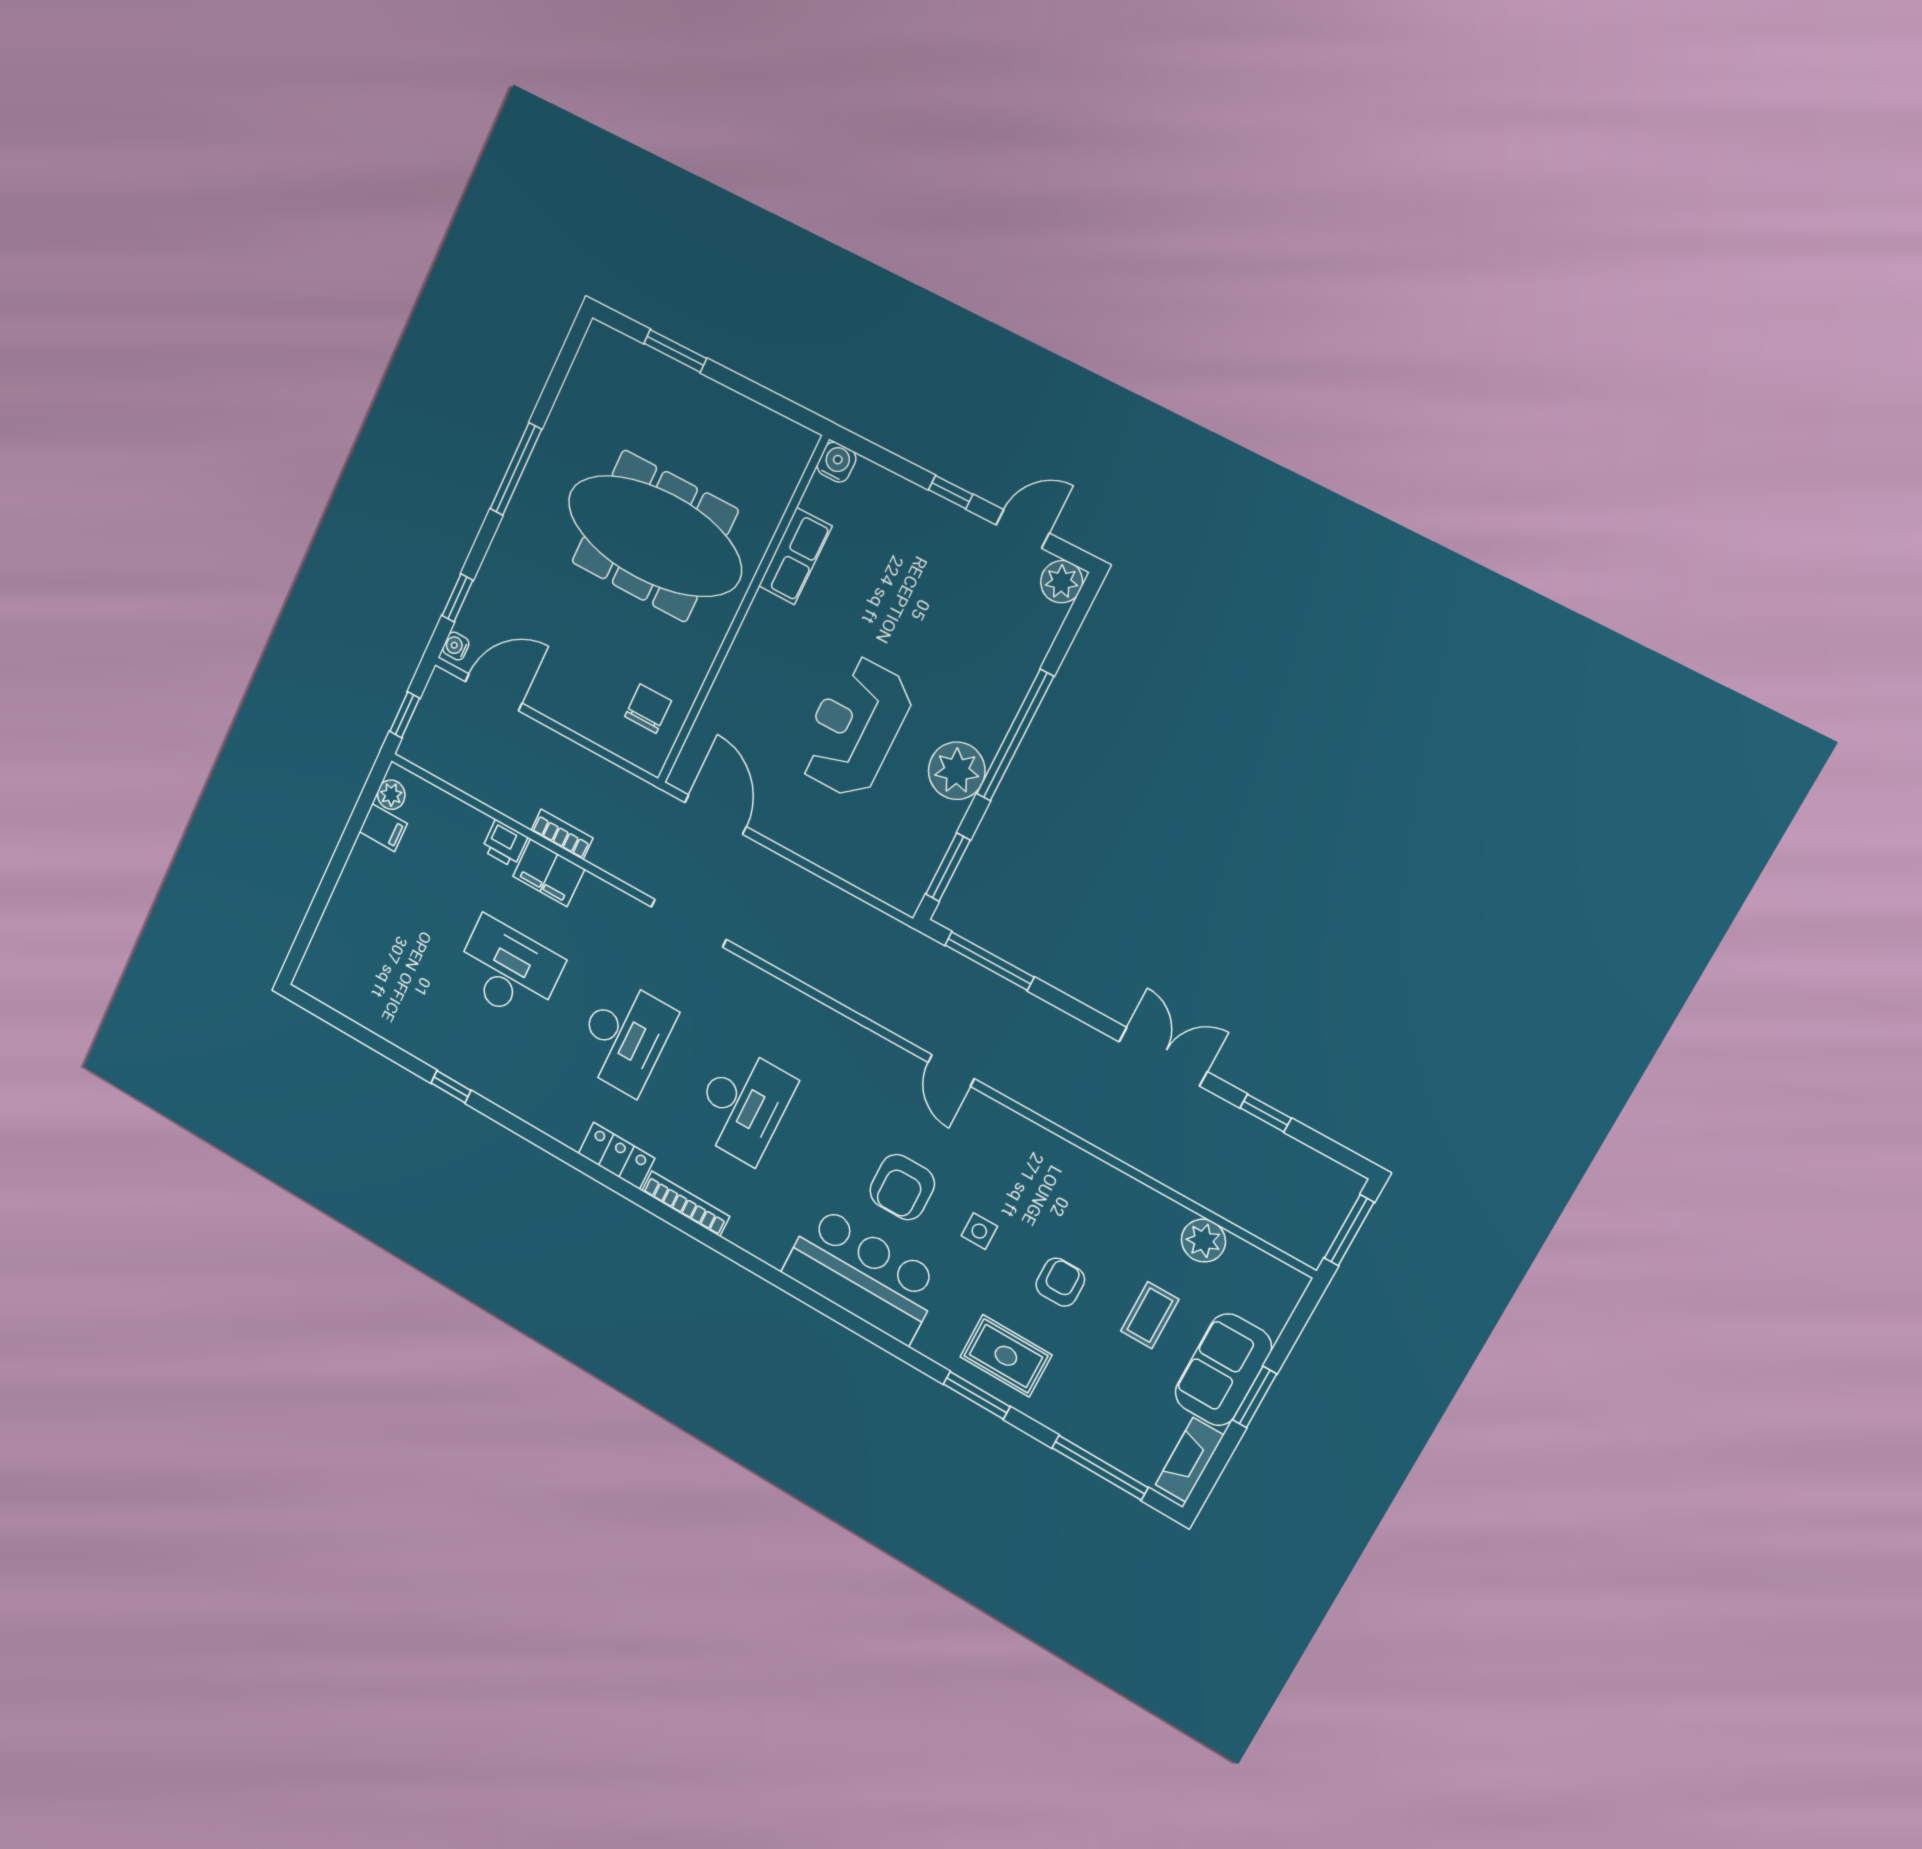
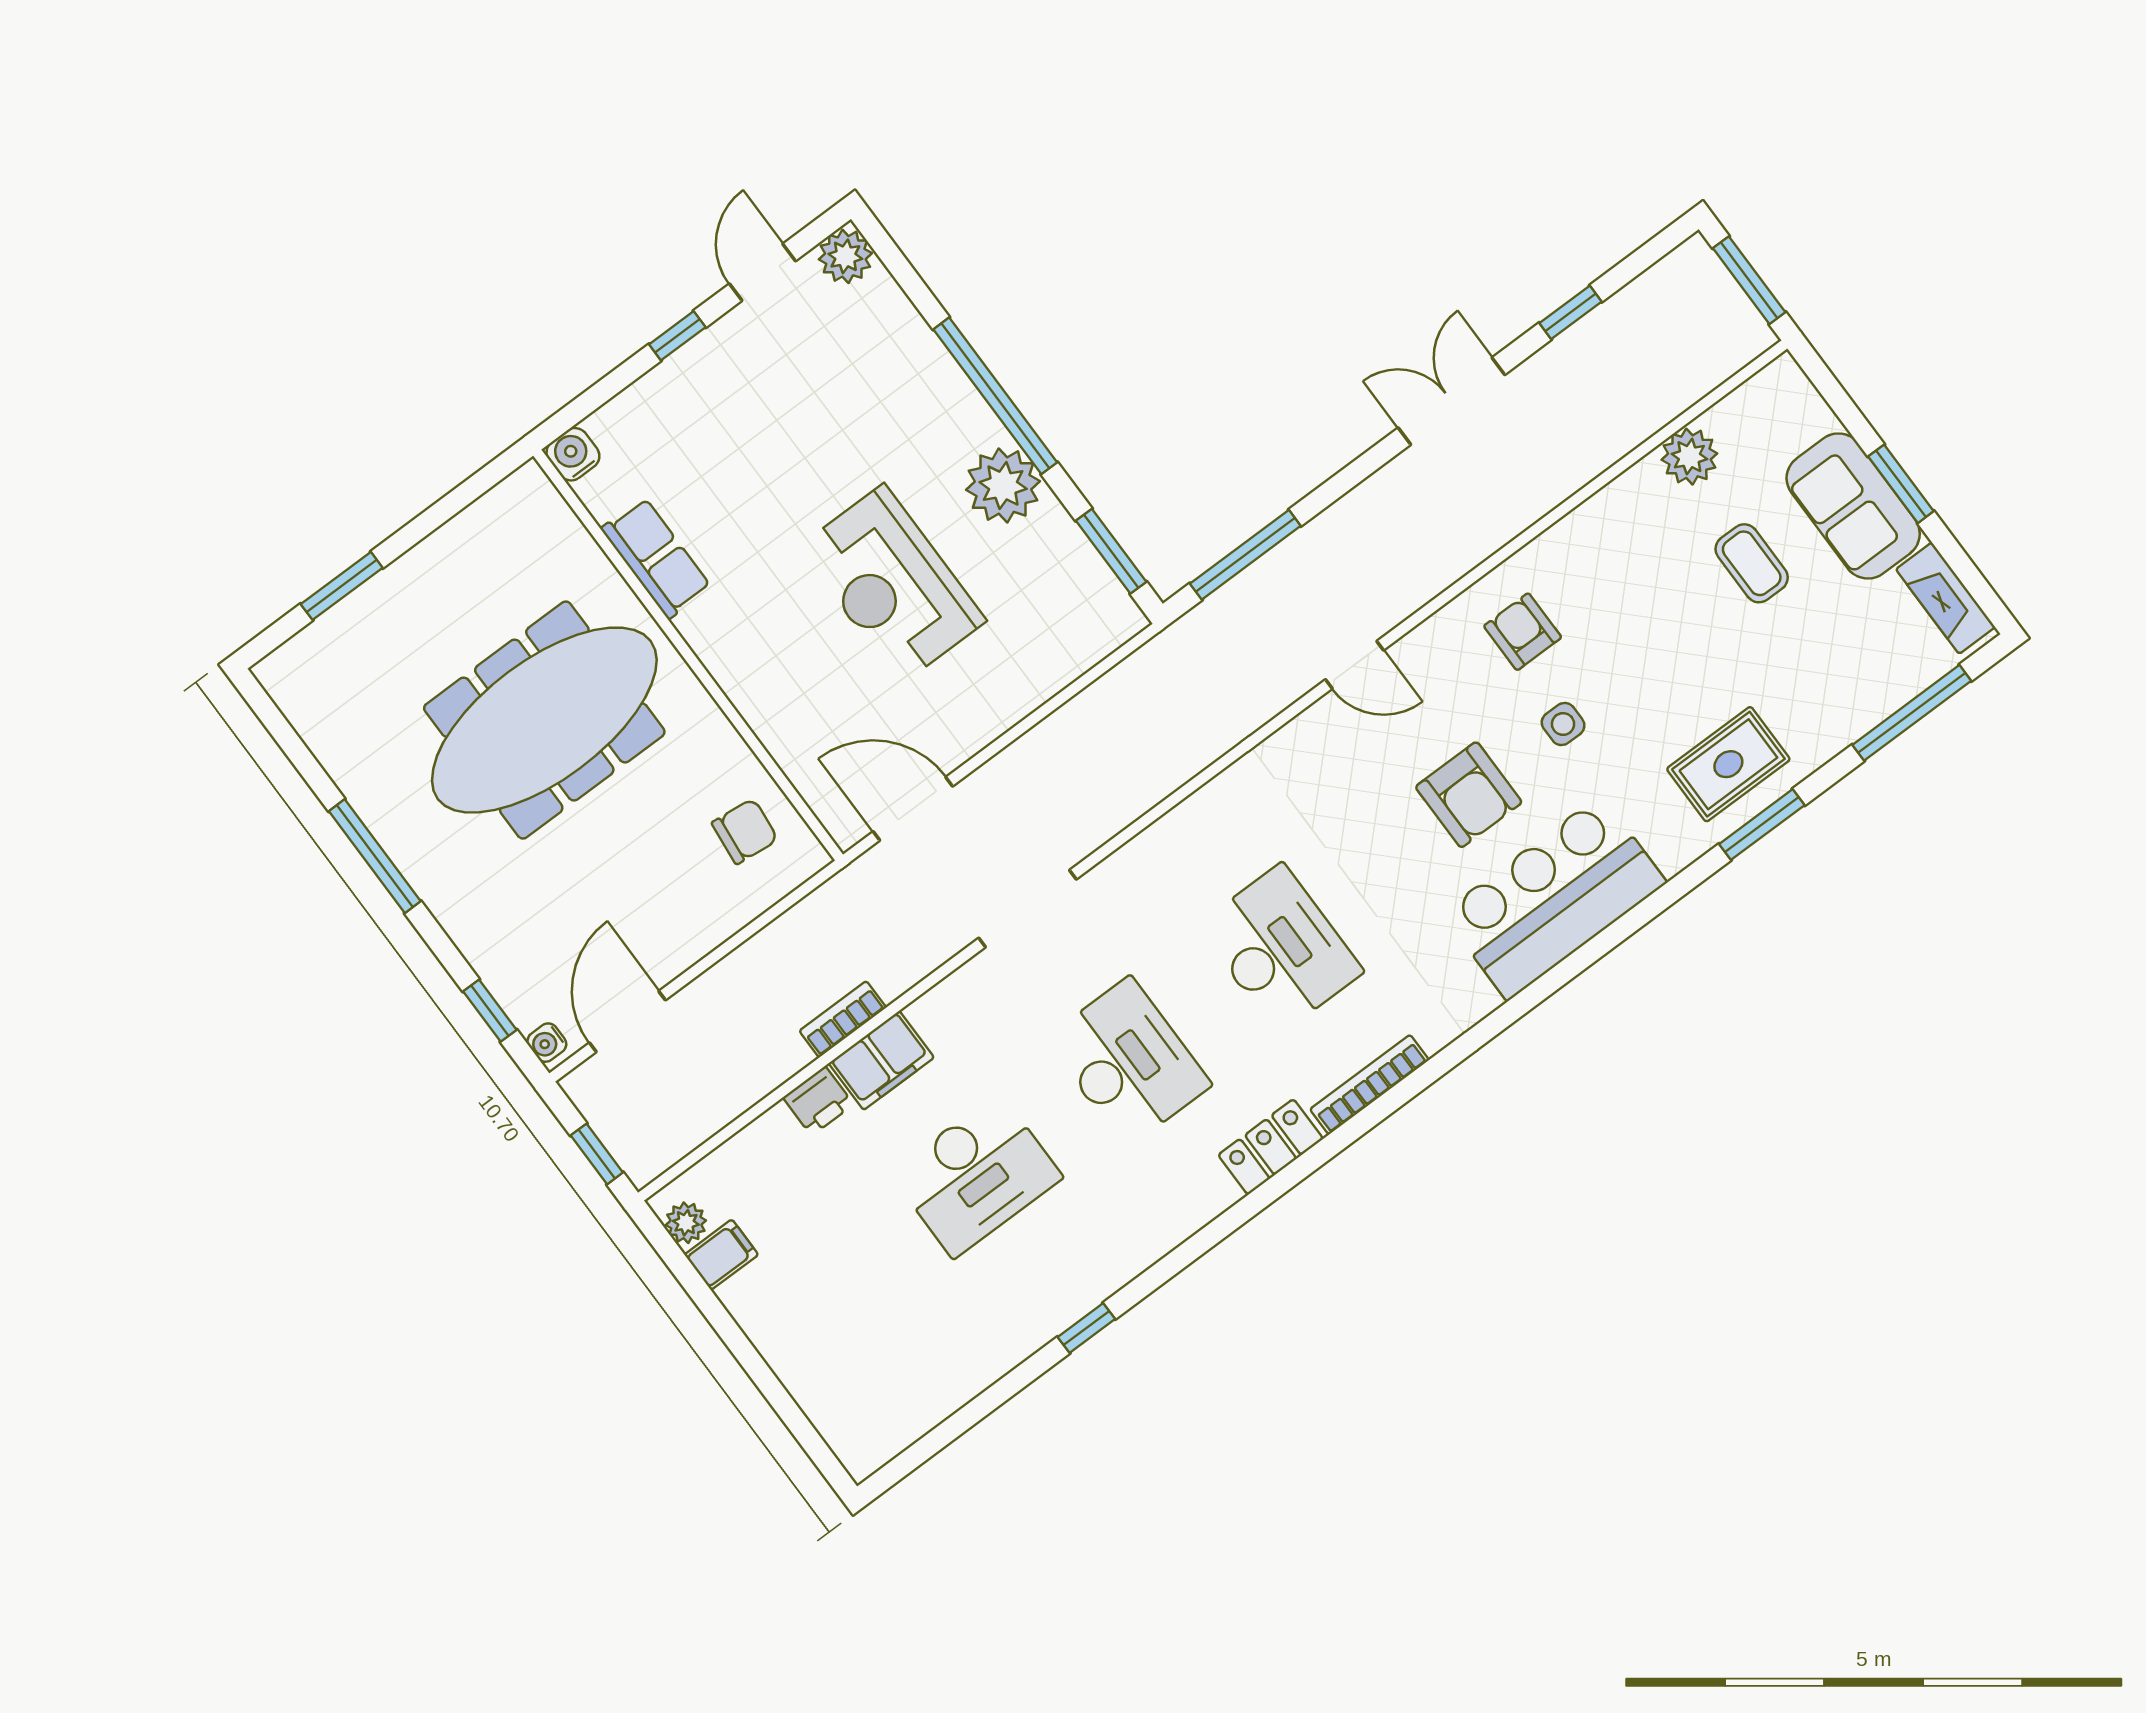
chair: (648, 709) -> (745, 831), turned 96
desk: (508, 970) -> (976, 1175), turned 180
armchair: (1060, 1282) -> (1523, 632), moved

